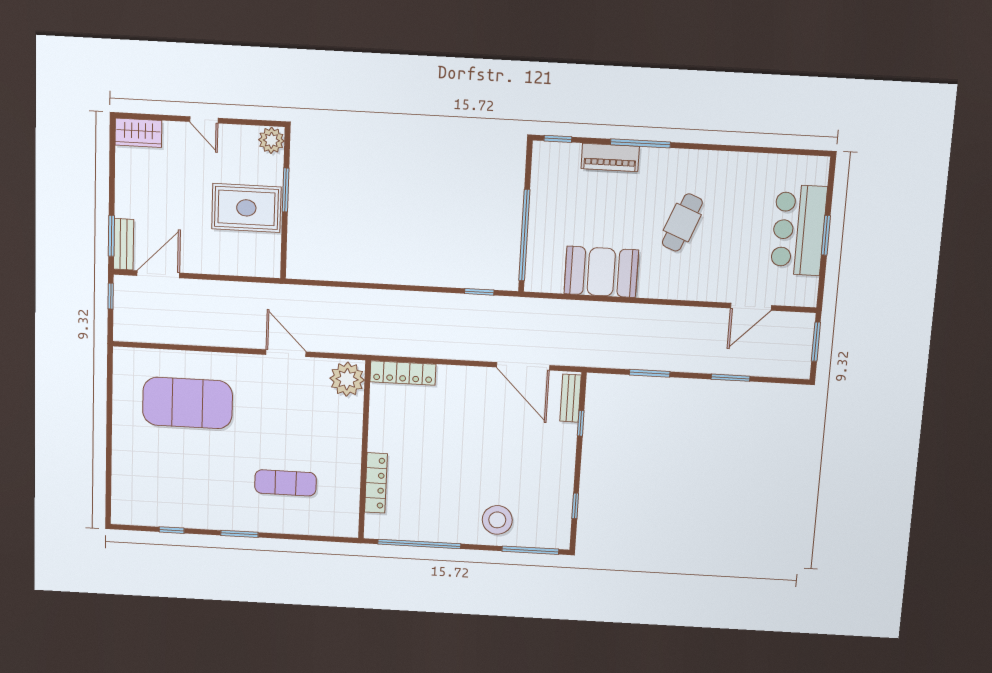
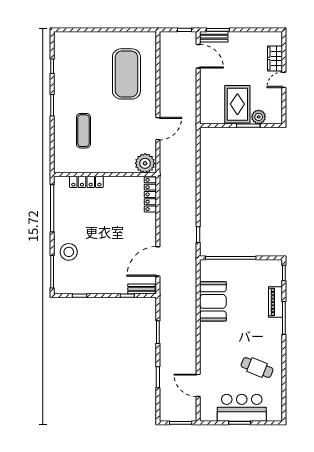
wardrobe: (138, 133) -> (275, 58), moved
plant: (271, 140) -> (259, 117), moved
cafe table: (682, 222) -> (257, 367), moved

